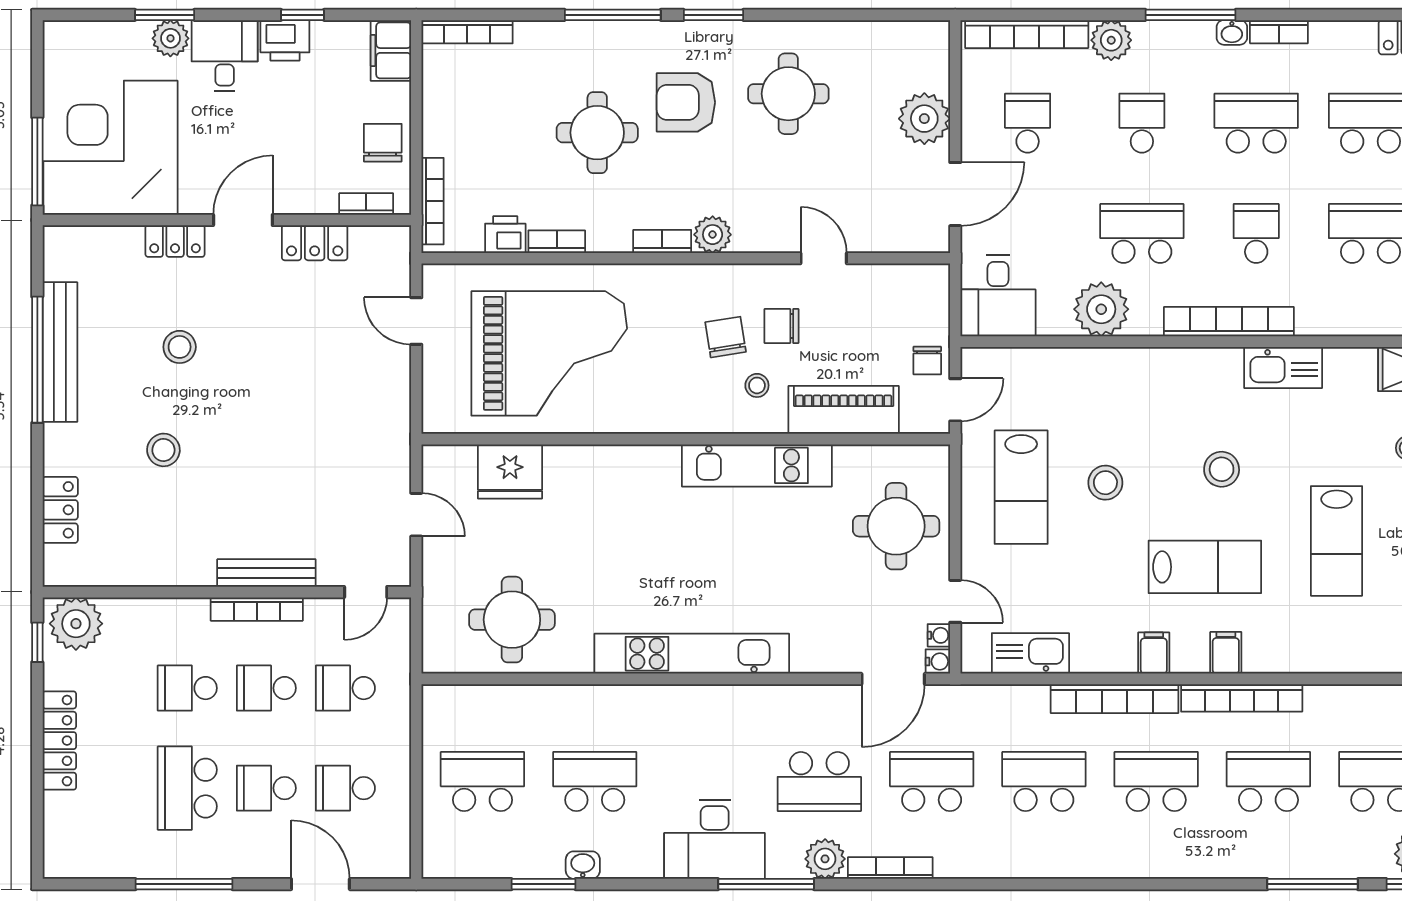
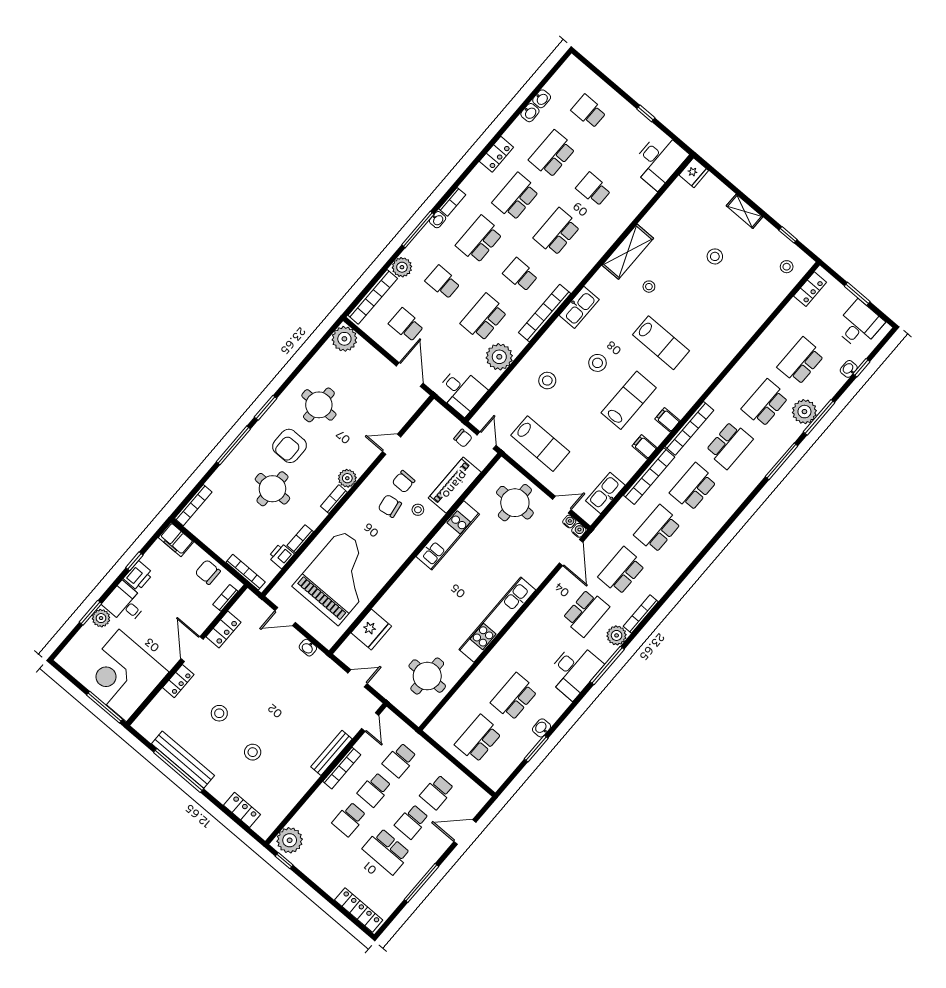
plant: (924, 119) -> (344, 339), moved
washbasin: (398, 397) -> (308, 648), added
stool: (1105, 483) -> (547, 381), moved
locker: (59, 741) -> (359, 910), moved
school desk: (1268, 782) -> (729, 445), turned 180

